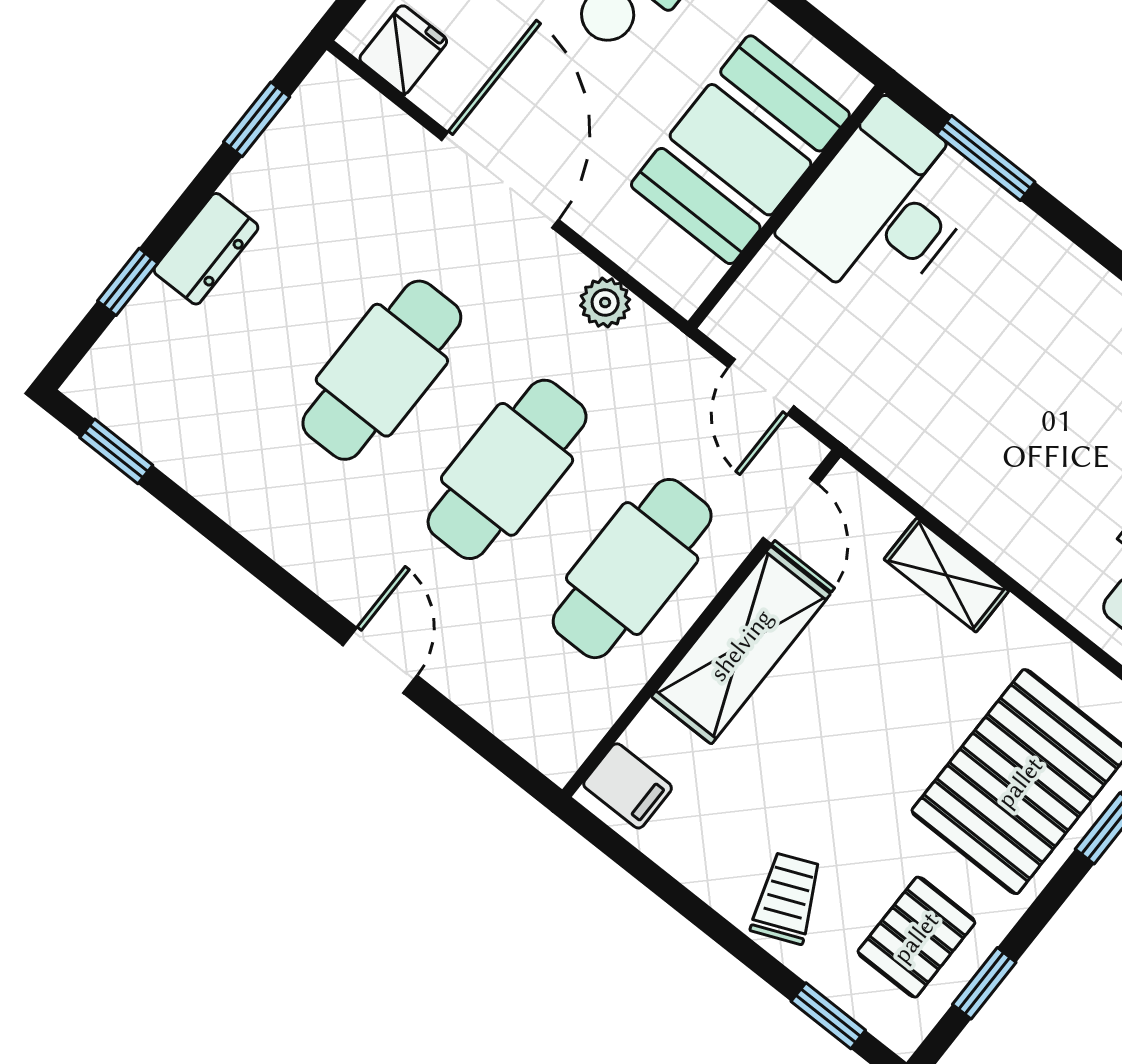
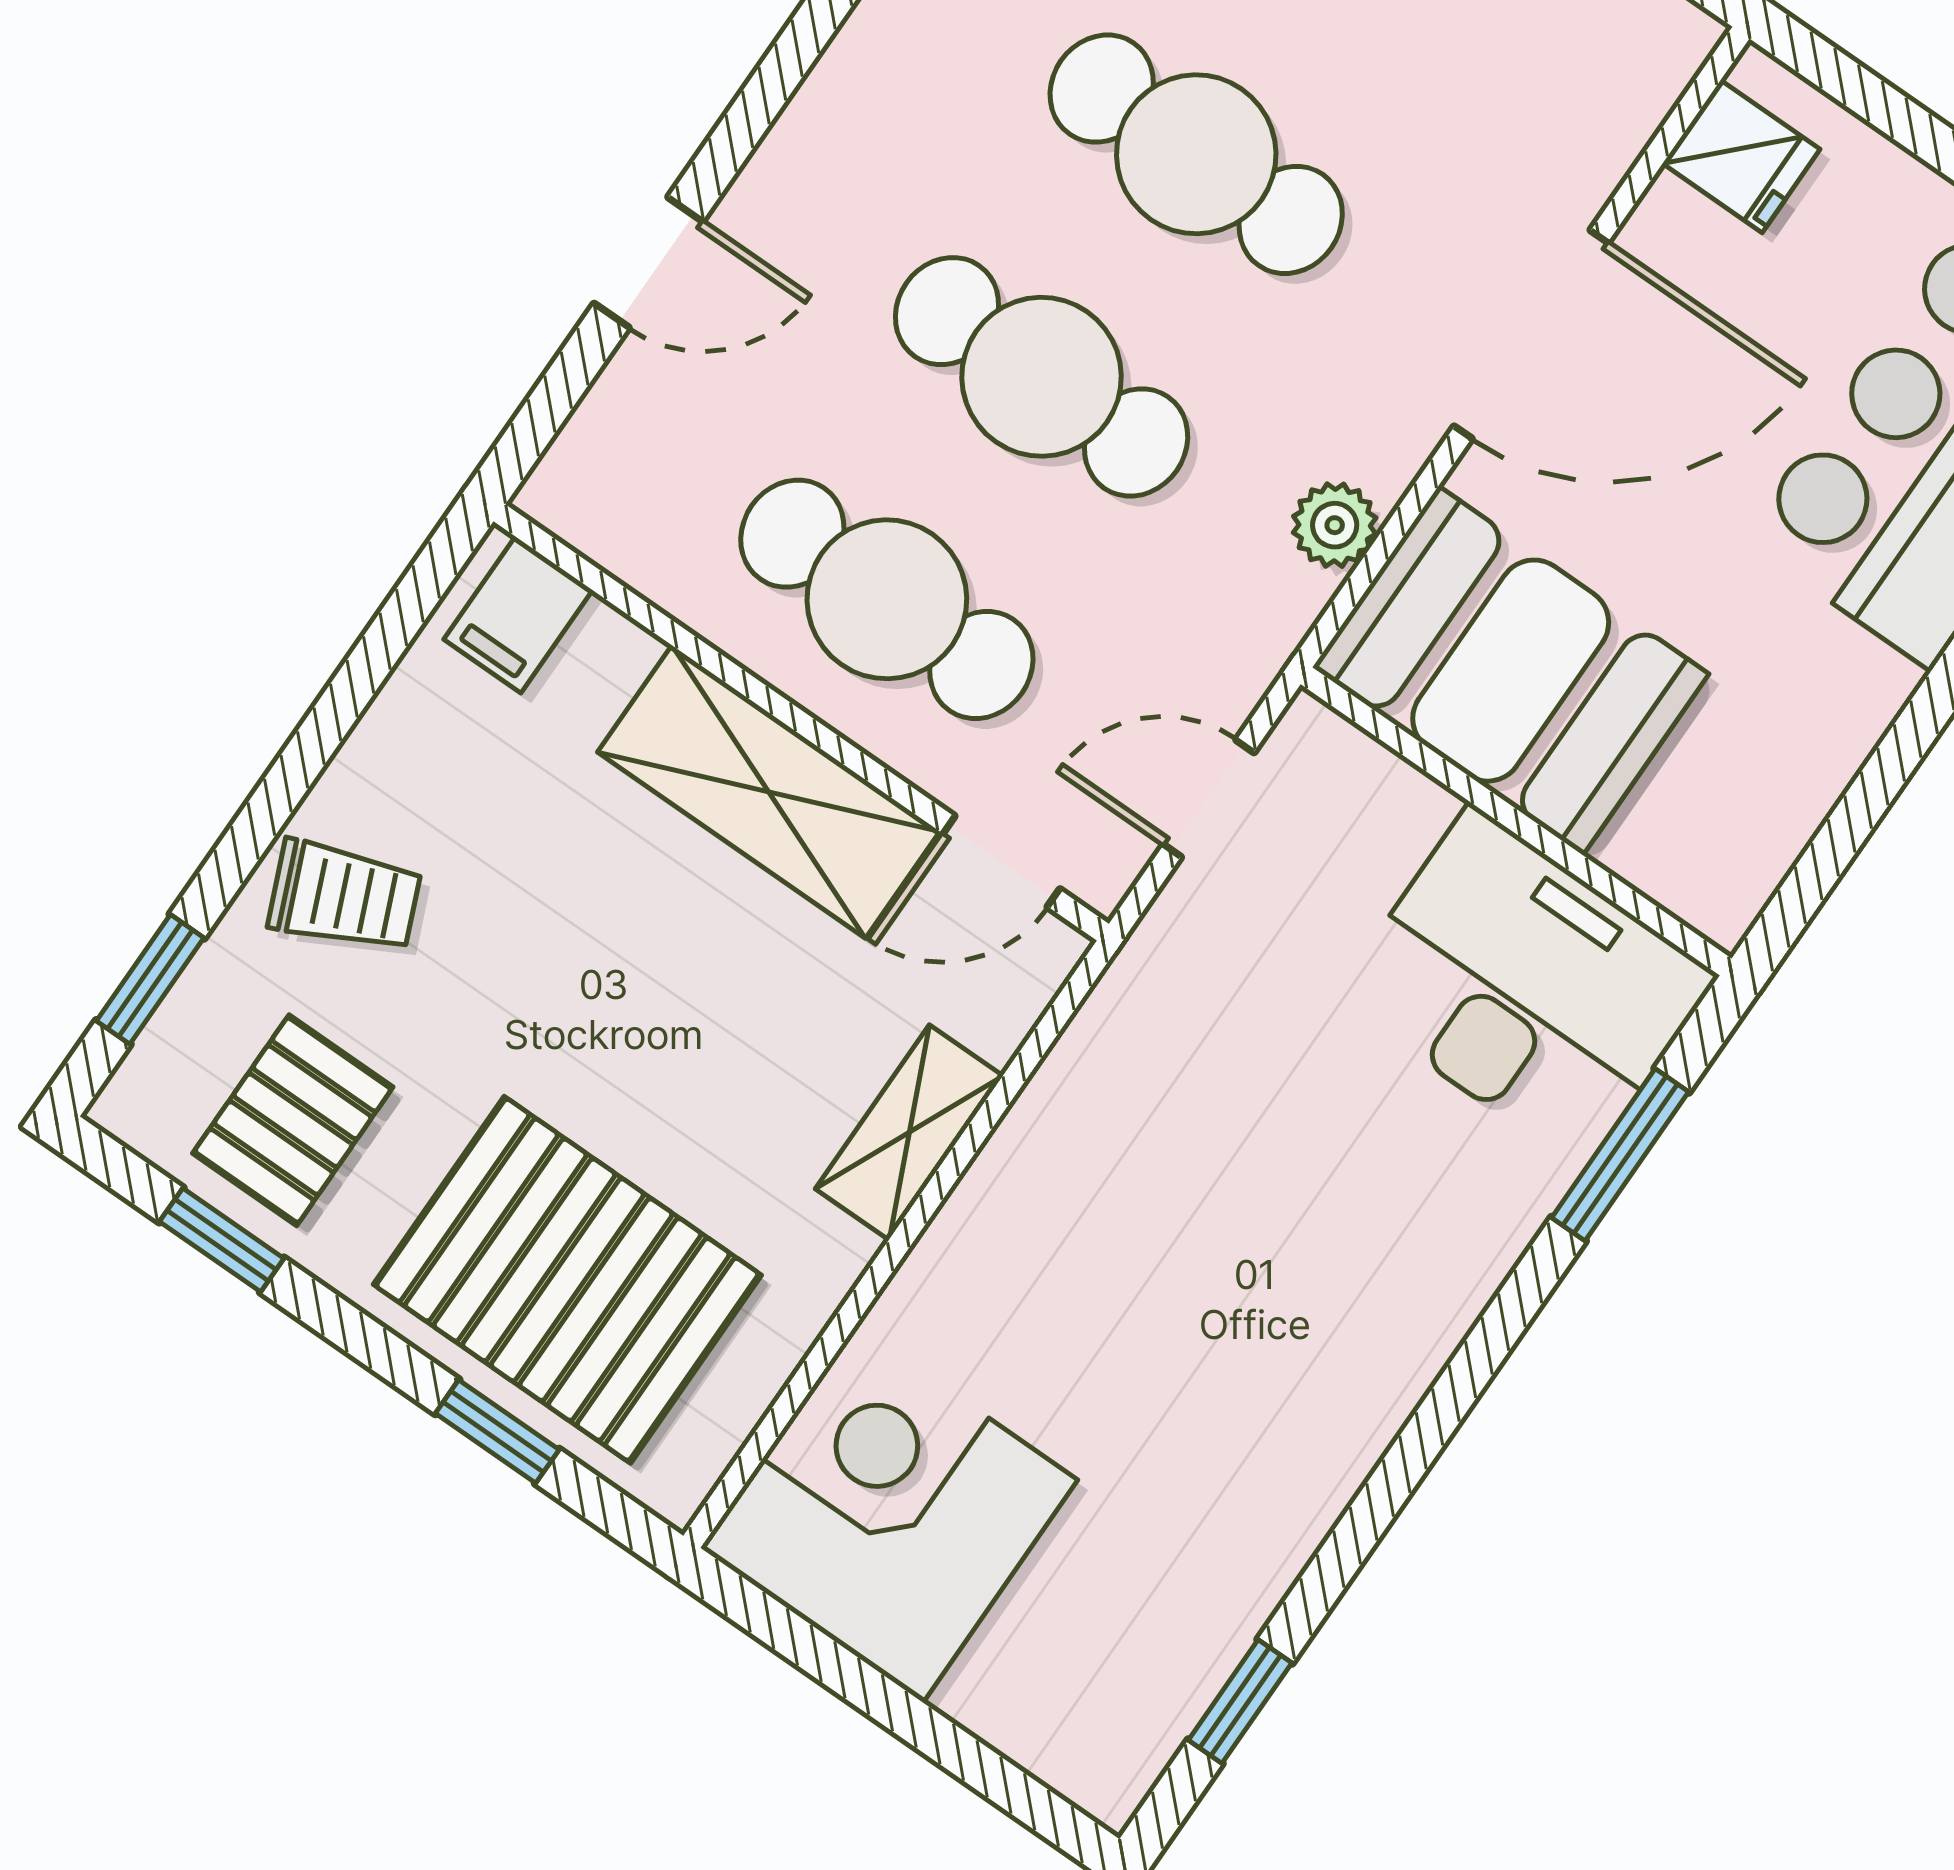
booth: (740, 150) -> (1511, 671), moved
door: (380, 660) -> (648, 262), moved
pallet: (916, 937) -> (293, 1120), turned 90

